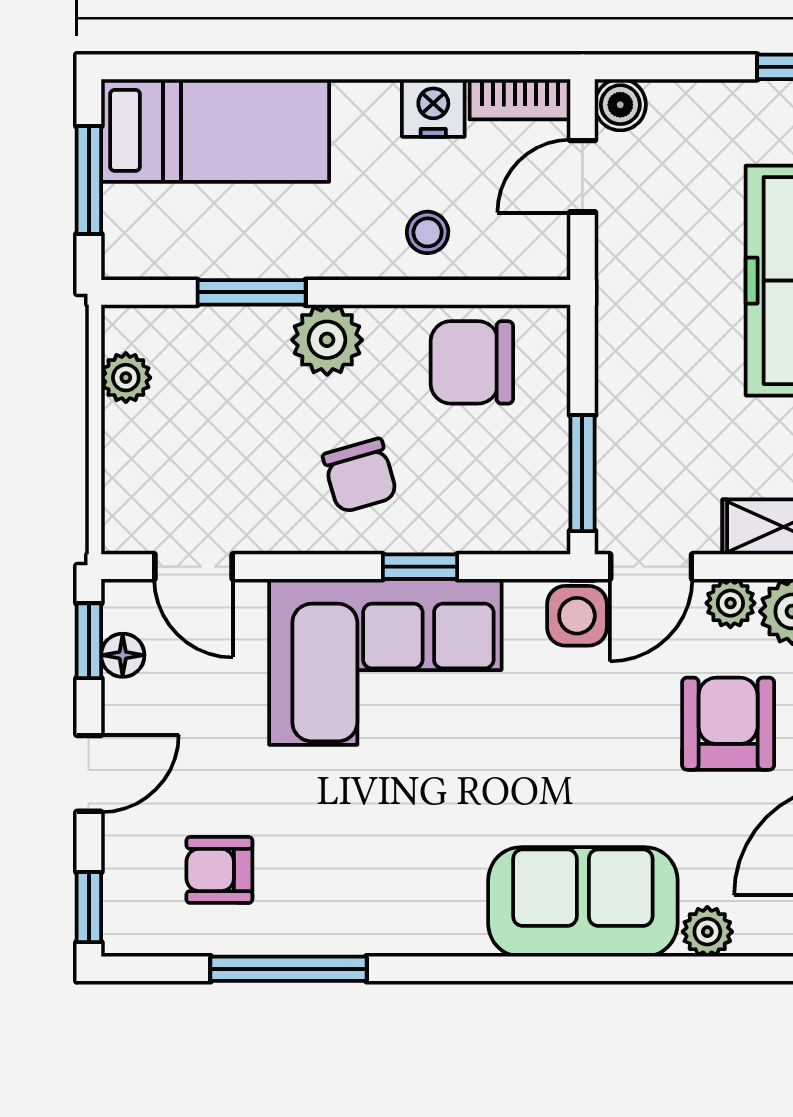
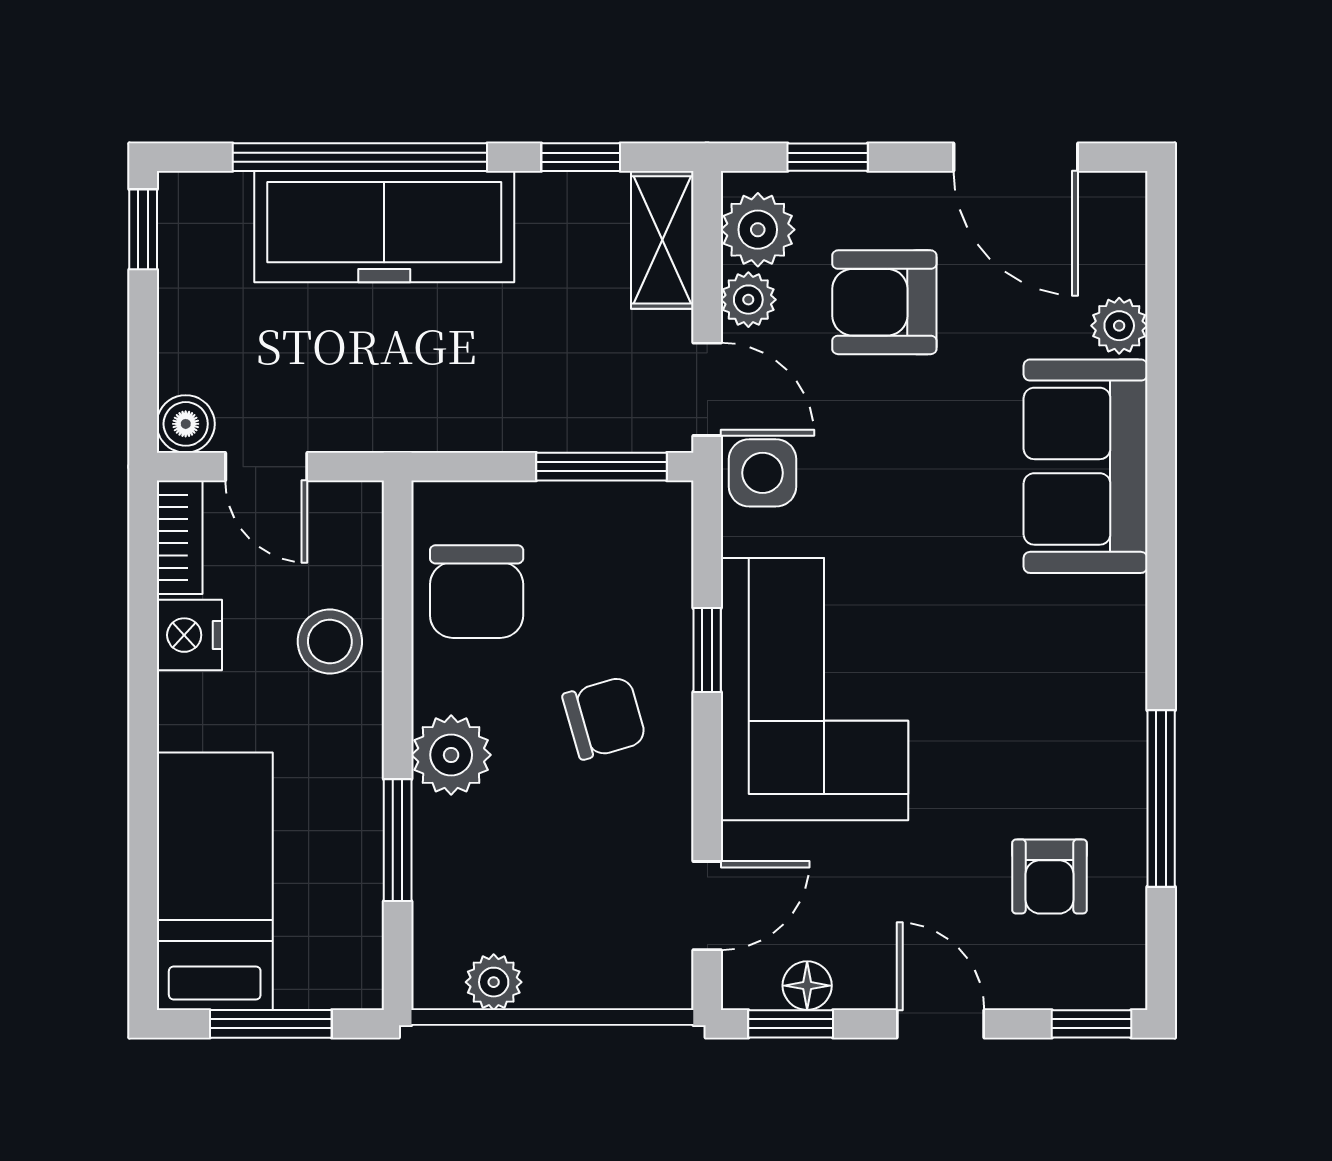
stool: (428, 232) -> (330, 642), width x1.37, depth x1.37

